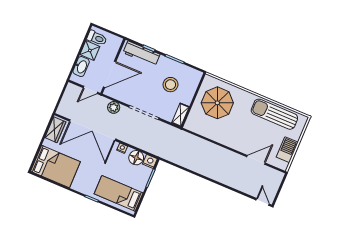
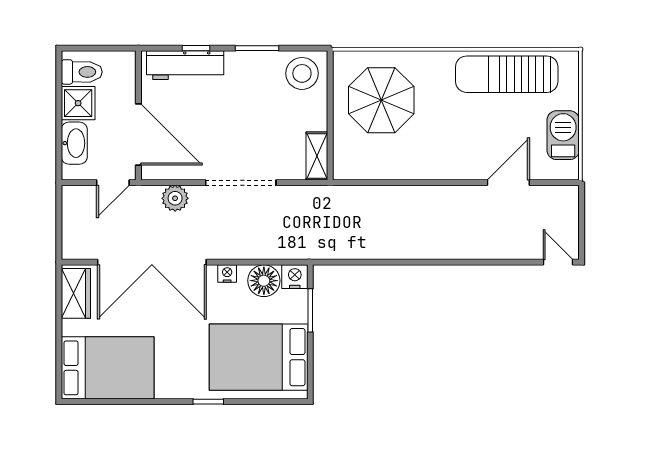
door: (110, 74) -> (138, 135), hinge flipped
stool: (170, 85) -> (302, 73), moved
bed: (119, 193) -> (259, 357), width x1.50

